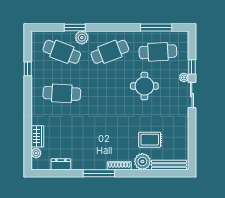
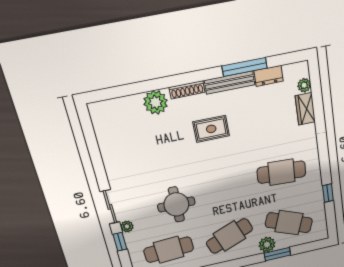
rug: (150, 140) -> (211, 129), moved
bench: (169, 165) -> (230, 83), moved
window: (99, 173) -> (245, 67), moved

